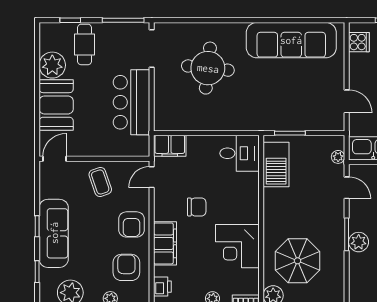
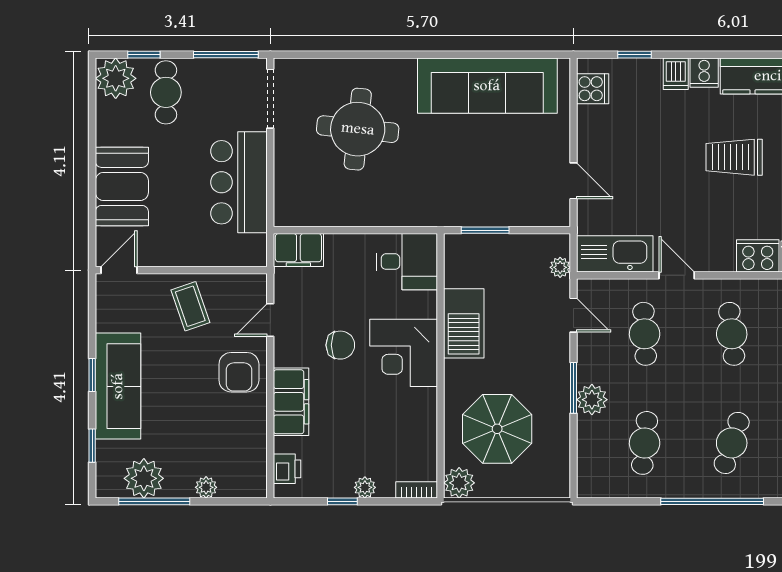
plant: (52, 65) -> (116, 78), moved
barbecue: (276, 164) -> (464, 323), moved
door: (152, 177) -> (270, 320), moved
corner desk: (237, 246) -> (404, 353), moved
armchair: (126, 267) -> (231, 439), removed

